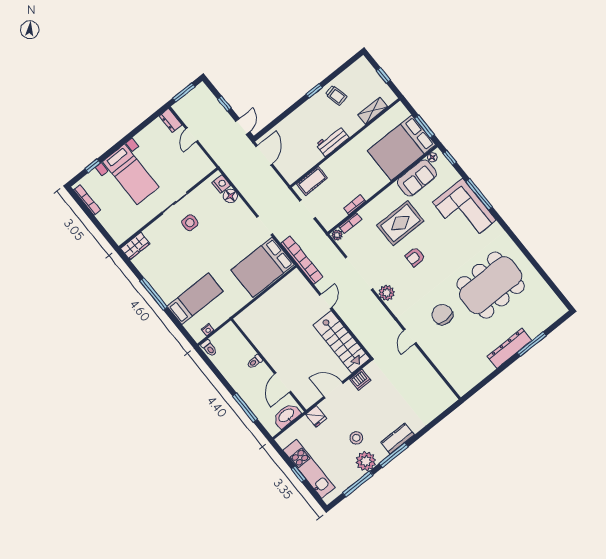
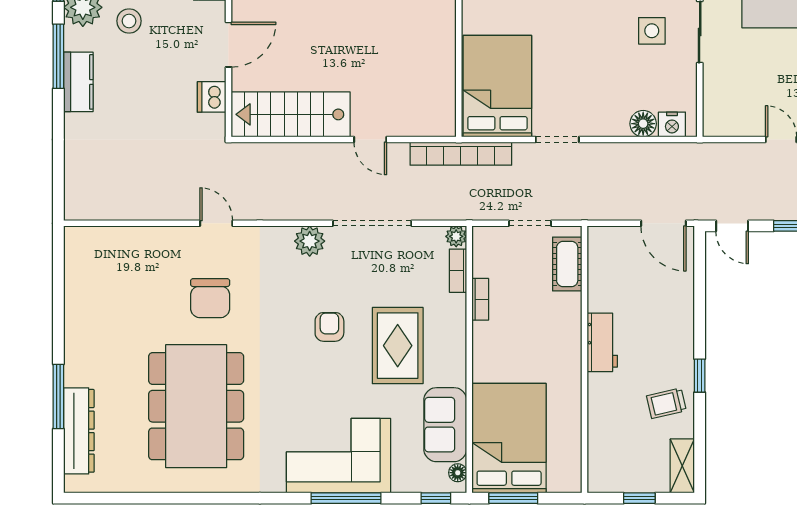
shelving: (373, 111) -> (682, 466), moved
chair: (442, 315) -> (210, 298), turned 90
dresser: (509, 348) -> (79, 431), moved

